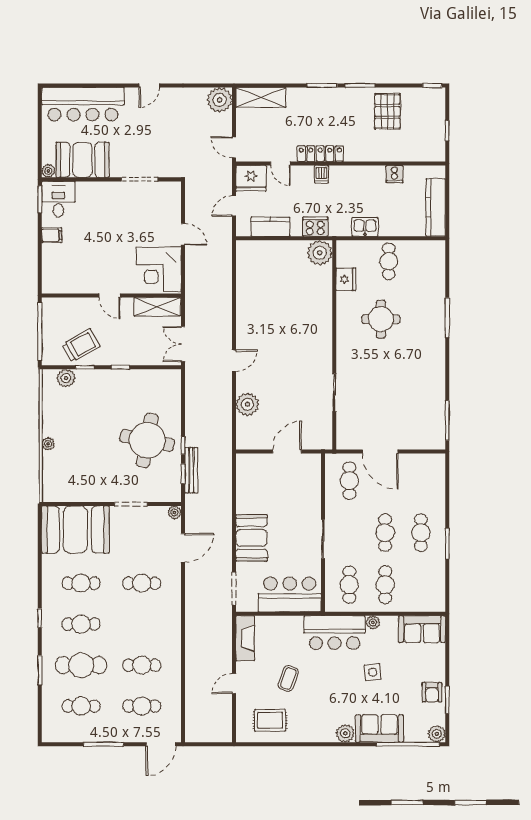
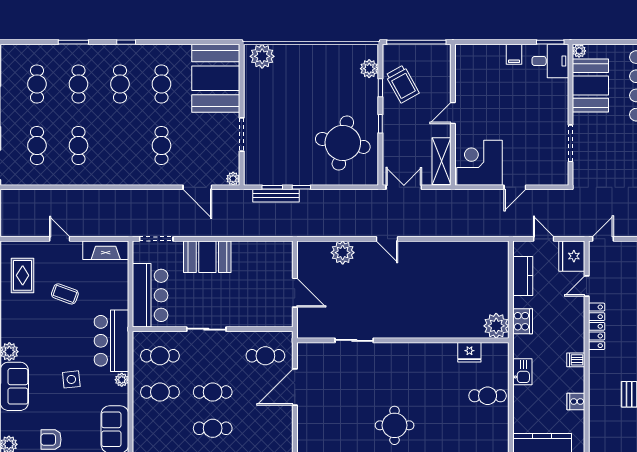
dishwasher: (321, 174) -> (576, 360), moved
round table: (381, 319) -> (395, 425), moved
round table: (147, 440) -> (343, 143), moved
plant: (48, 444) -> (262, 56), moved, width x1.87, depth x1.87
cafe table: (81, 665) -> (78, 84), width x0.73, depth x0.74

